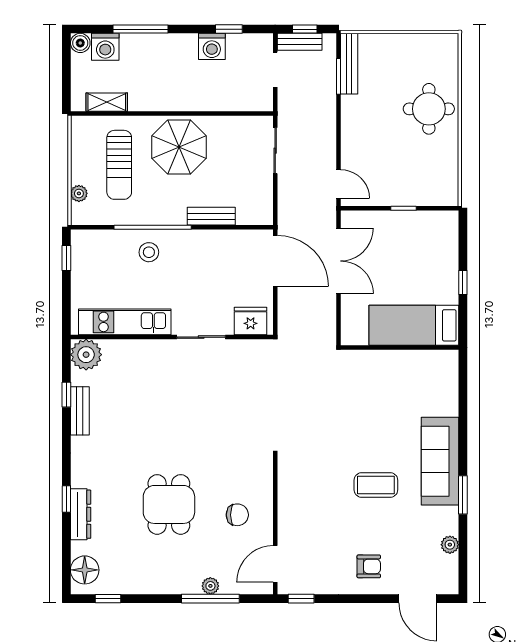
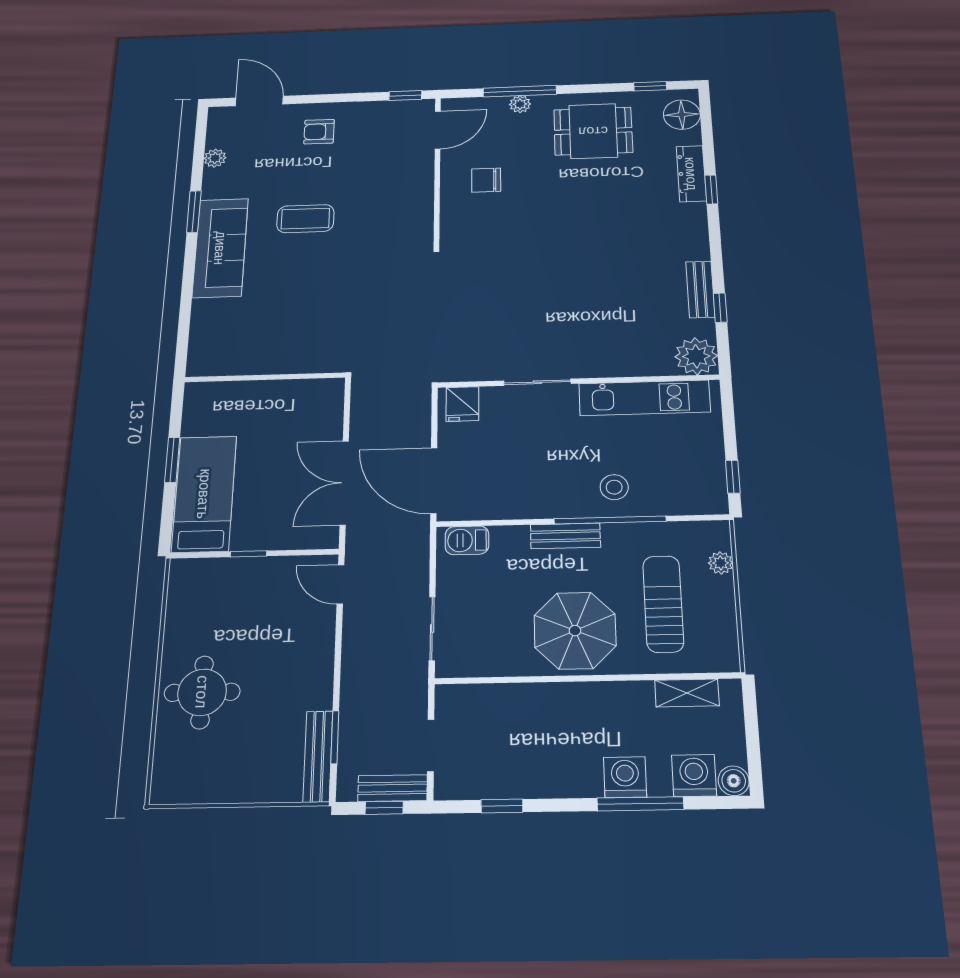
washing machine: (212, 46) -> (625, 777), moved
barbecue: (252, 215) -> (467, 540), added
bench: (211, 216) -> (565, 536), moved
window: (463, 282) -> (172, 460), width x1.50
fridge: (251, 321) -> (462, 404), width x0.72
bed: (414, 325) -> (204, 494), moved, turned -90
dining table: (169, 504) -> (593, 131), moved, turned 90

